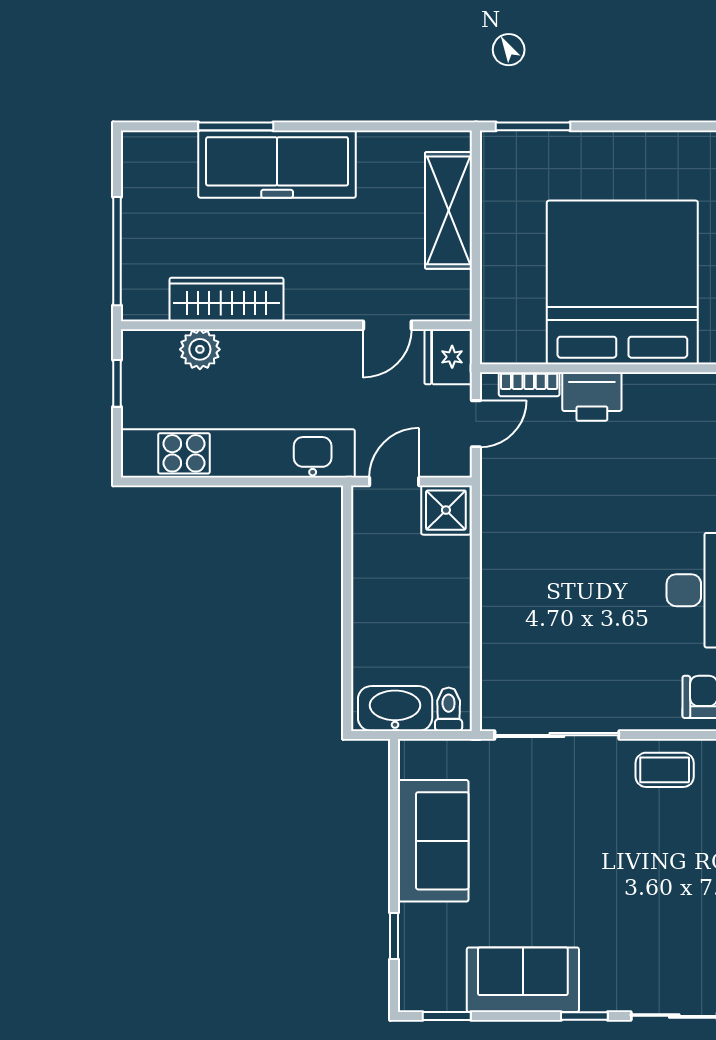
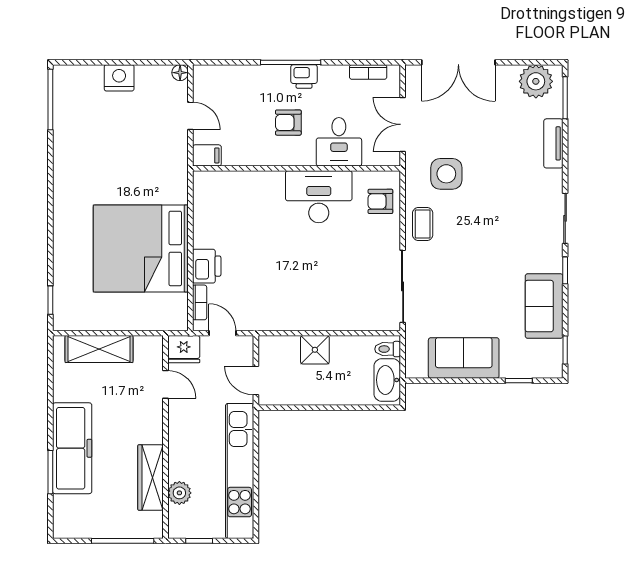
window: (533, 126) -> (50, 300), width x0.67
shower: (446, 510) -> (315, 350), moved

